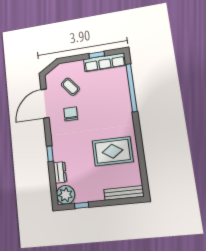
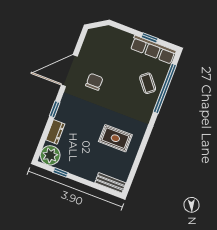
coffee table: (70, 87) -> (148, 83), moved
door: (45, 104) -> (69, 71), moved
rug: (113, 151) -> (115, 138), width x0.73, depth x0.70
bench: (124, 193) -> (110, 183), width x0.73

